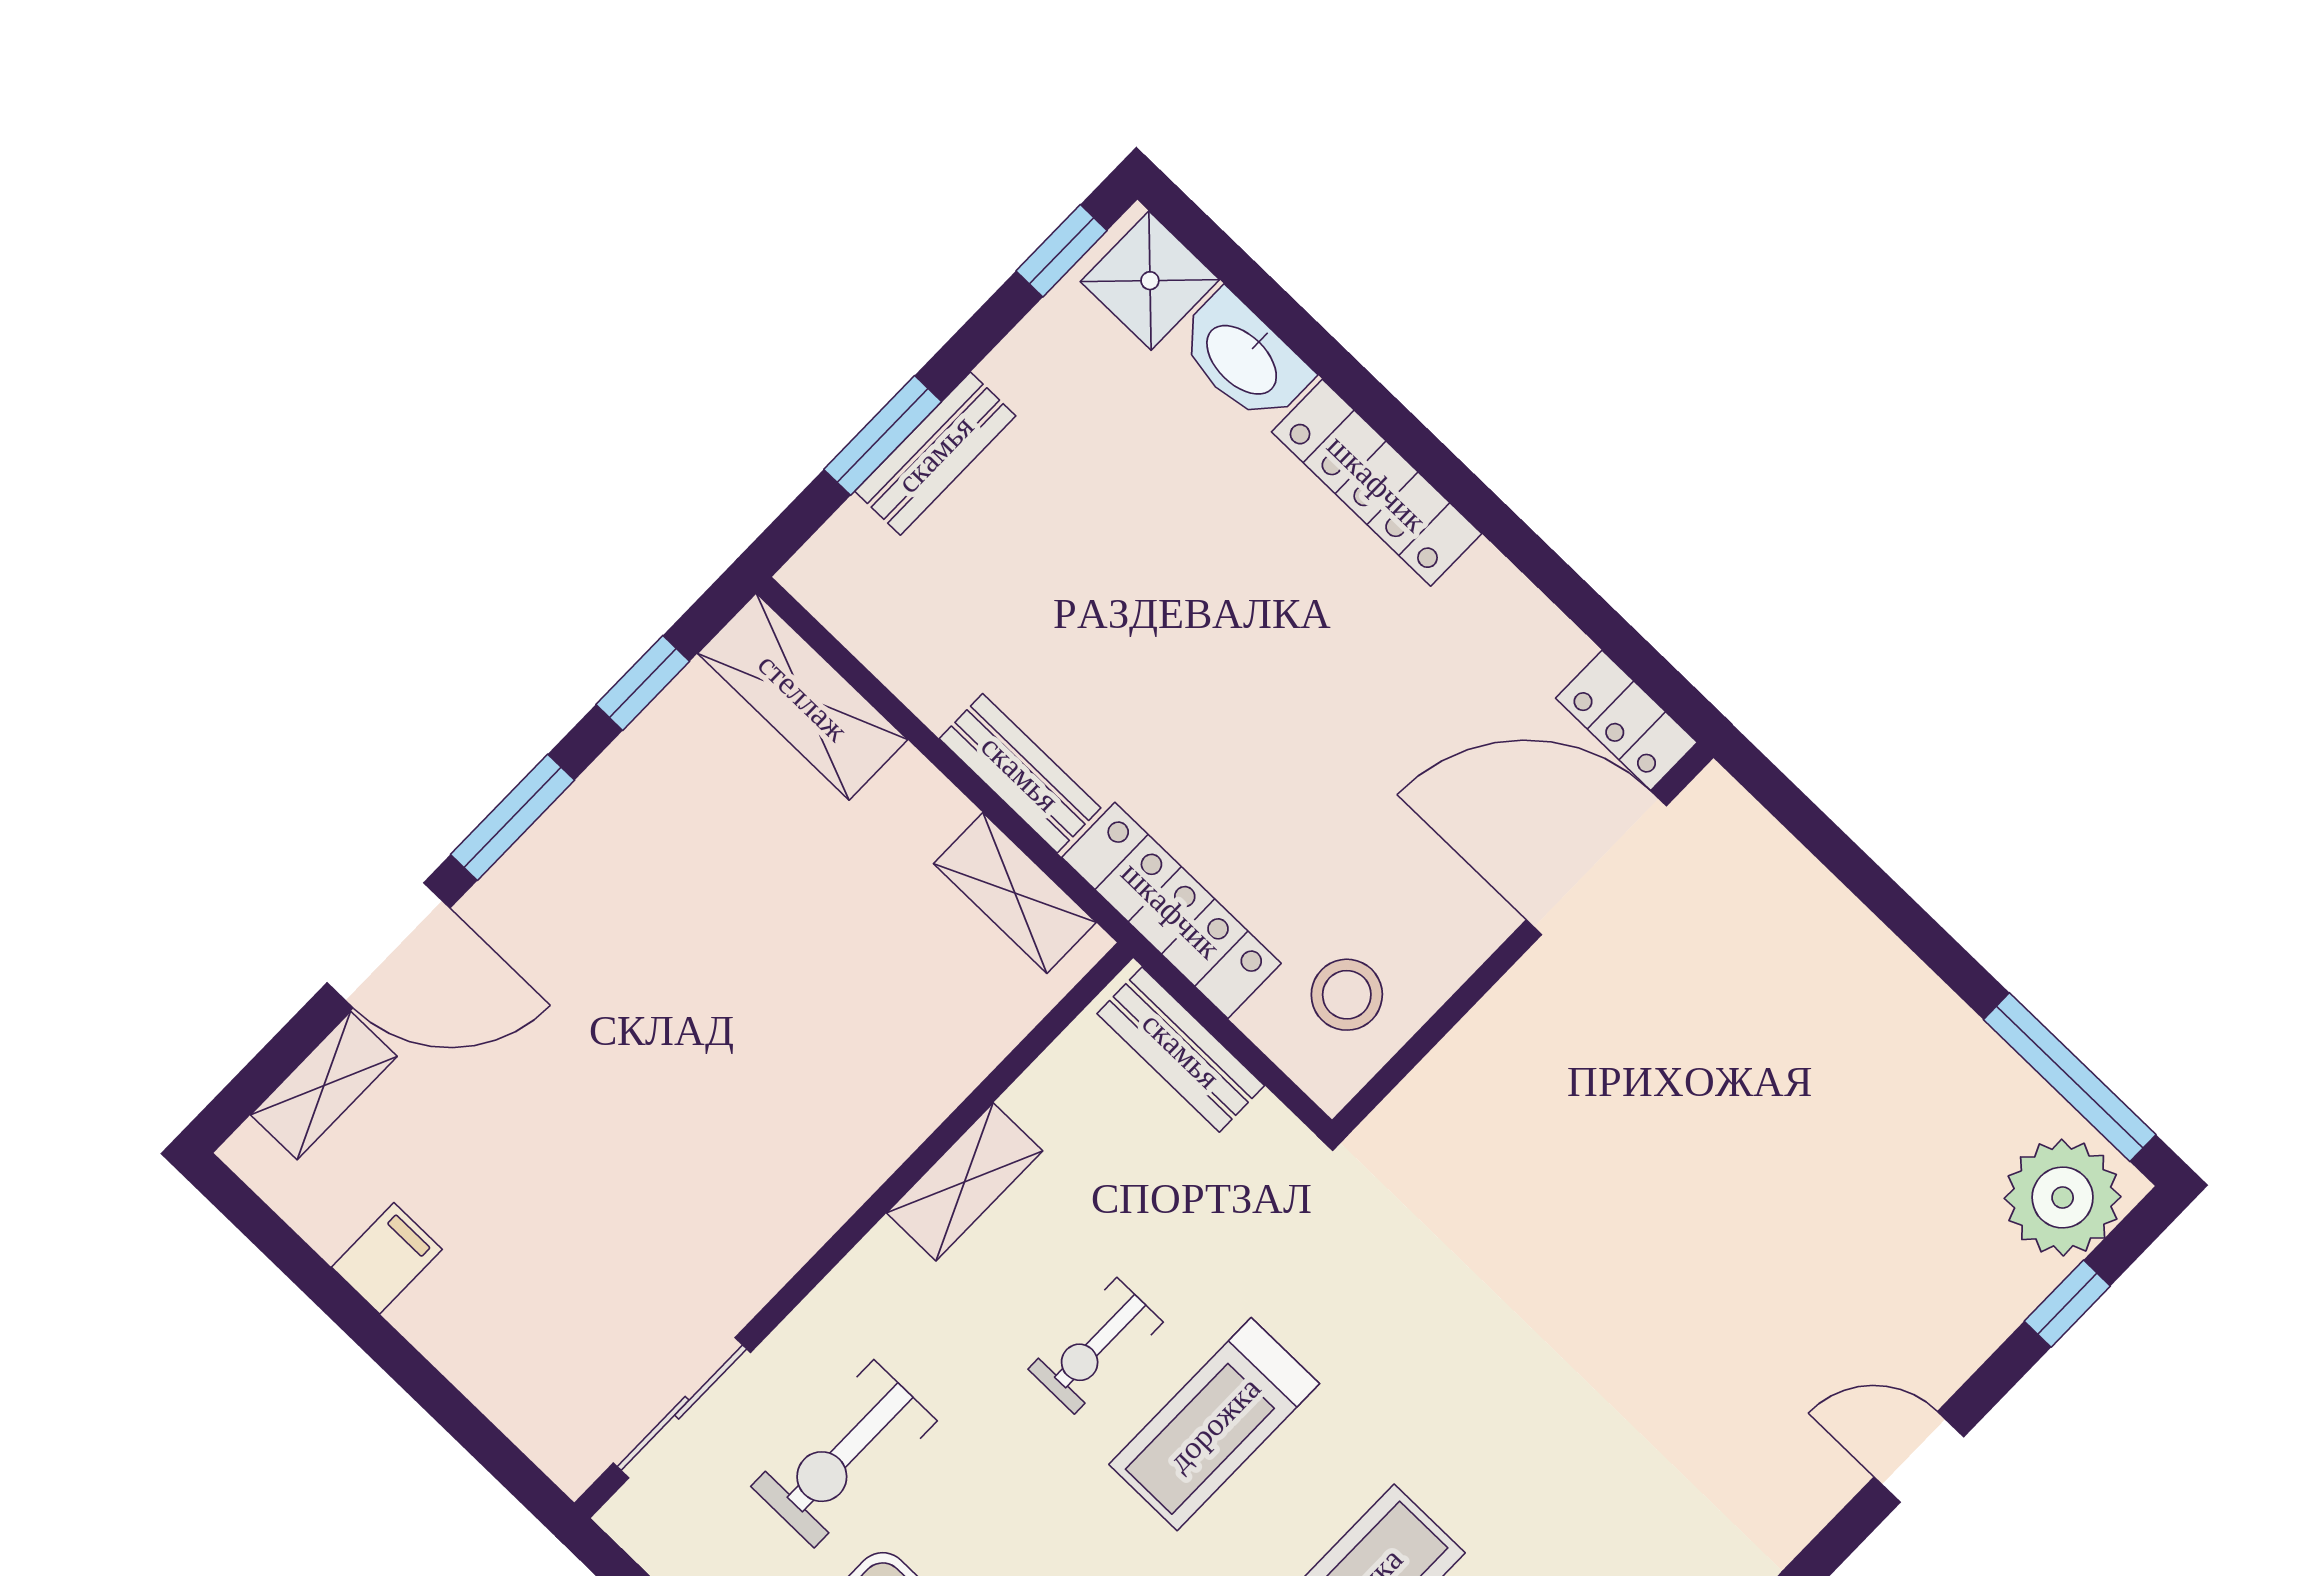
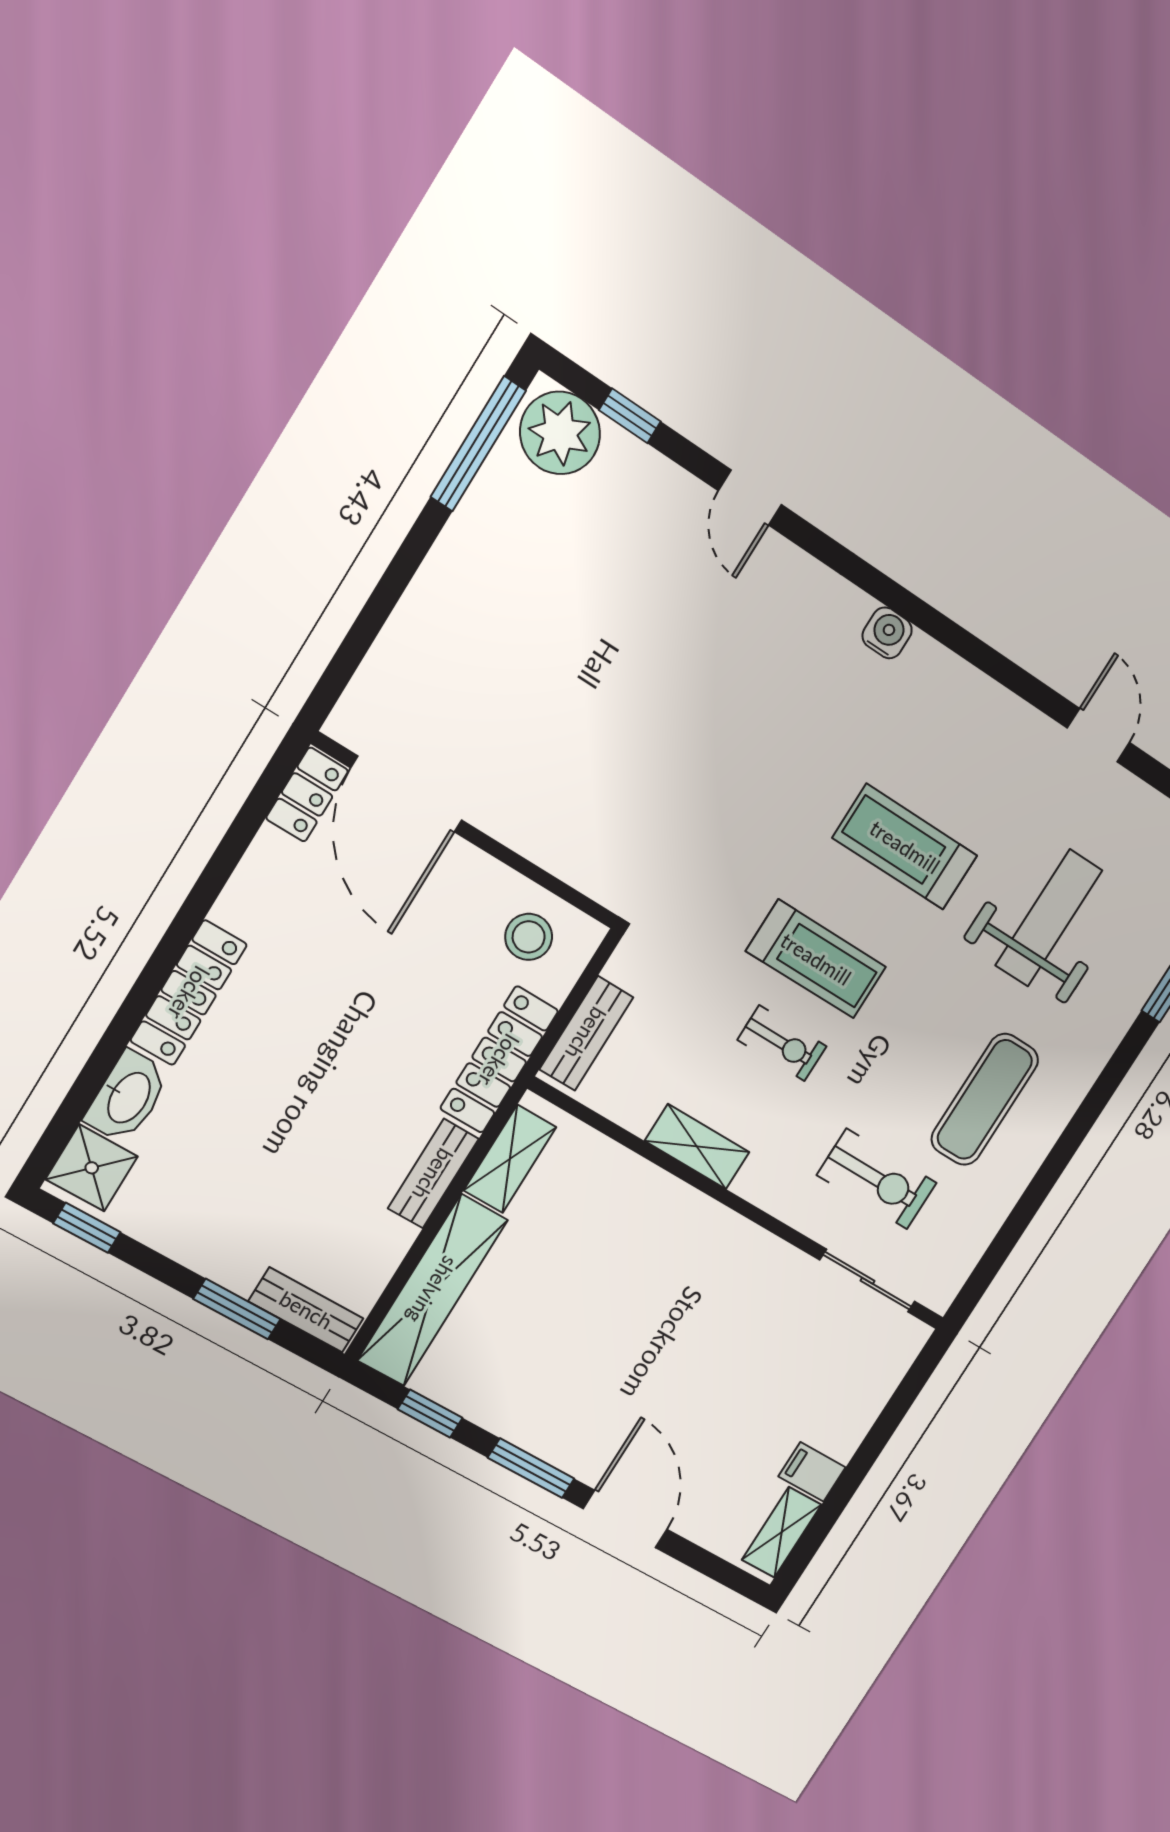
bench: (935, 454) -> (306, 1310), moved
shelving: (803, 697) -> (432, 1290), width x1.47
shelving: (324, 1086) -> (782, 1532), moved, turned 90

